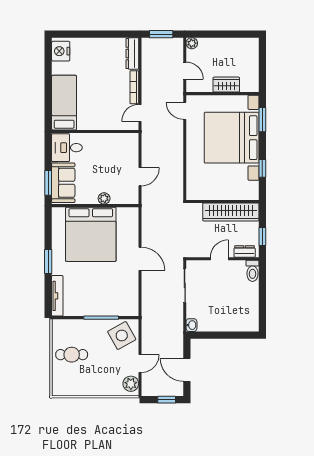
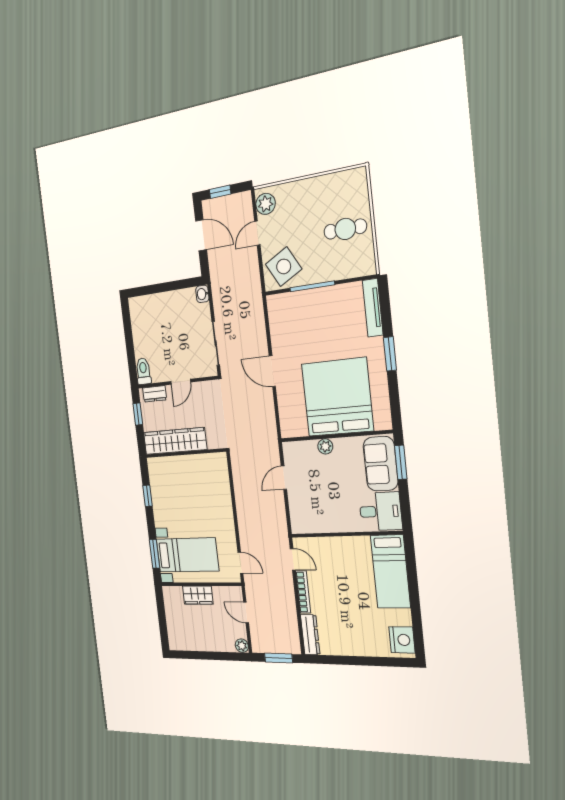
door: (140, 113) -> (293, 559), hinge flipped
bed with nightstands: (232, 138) -> (187, 555), width x0.54

